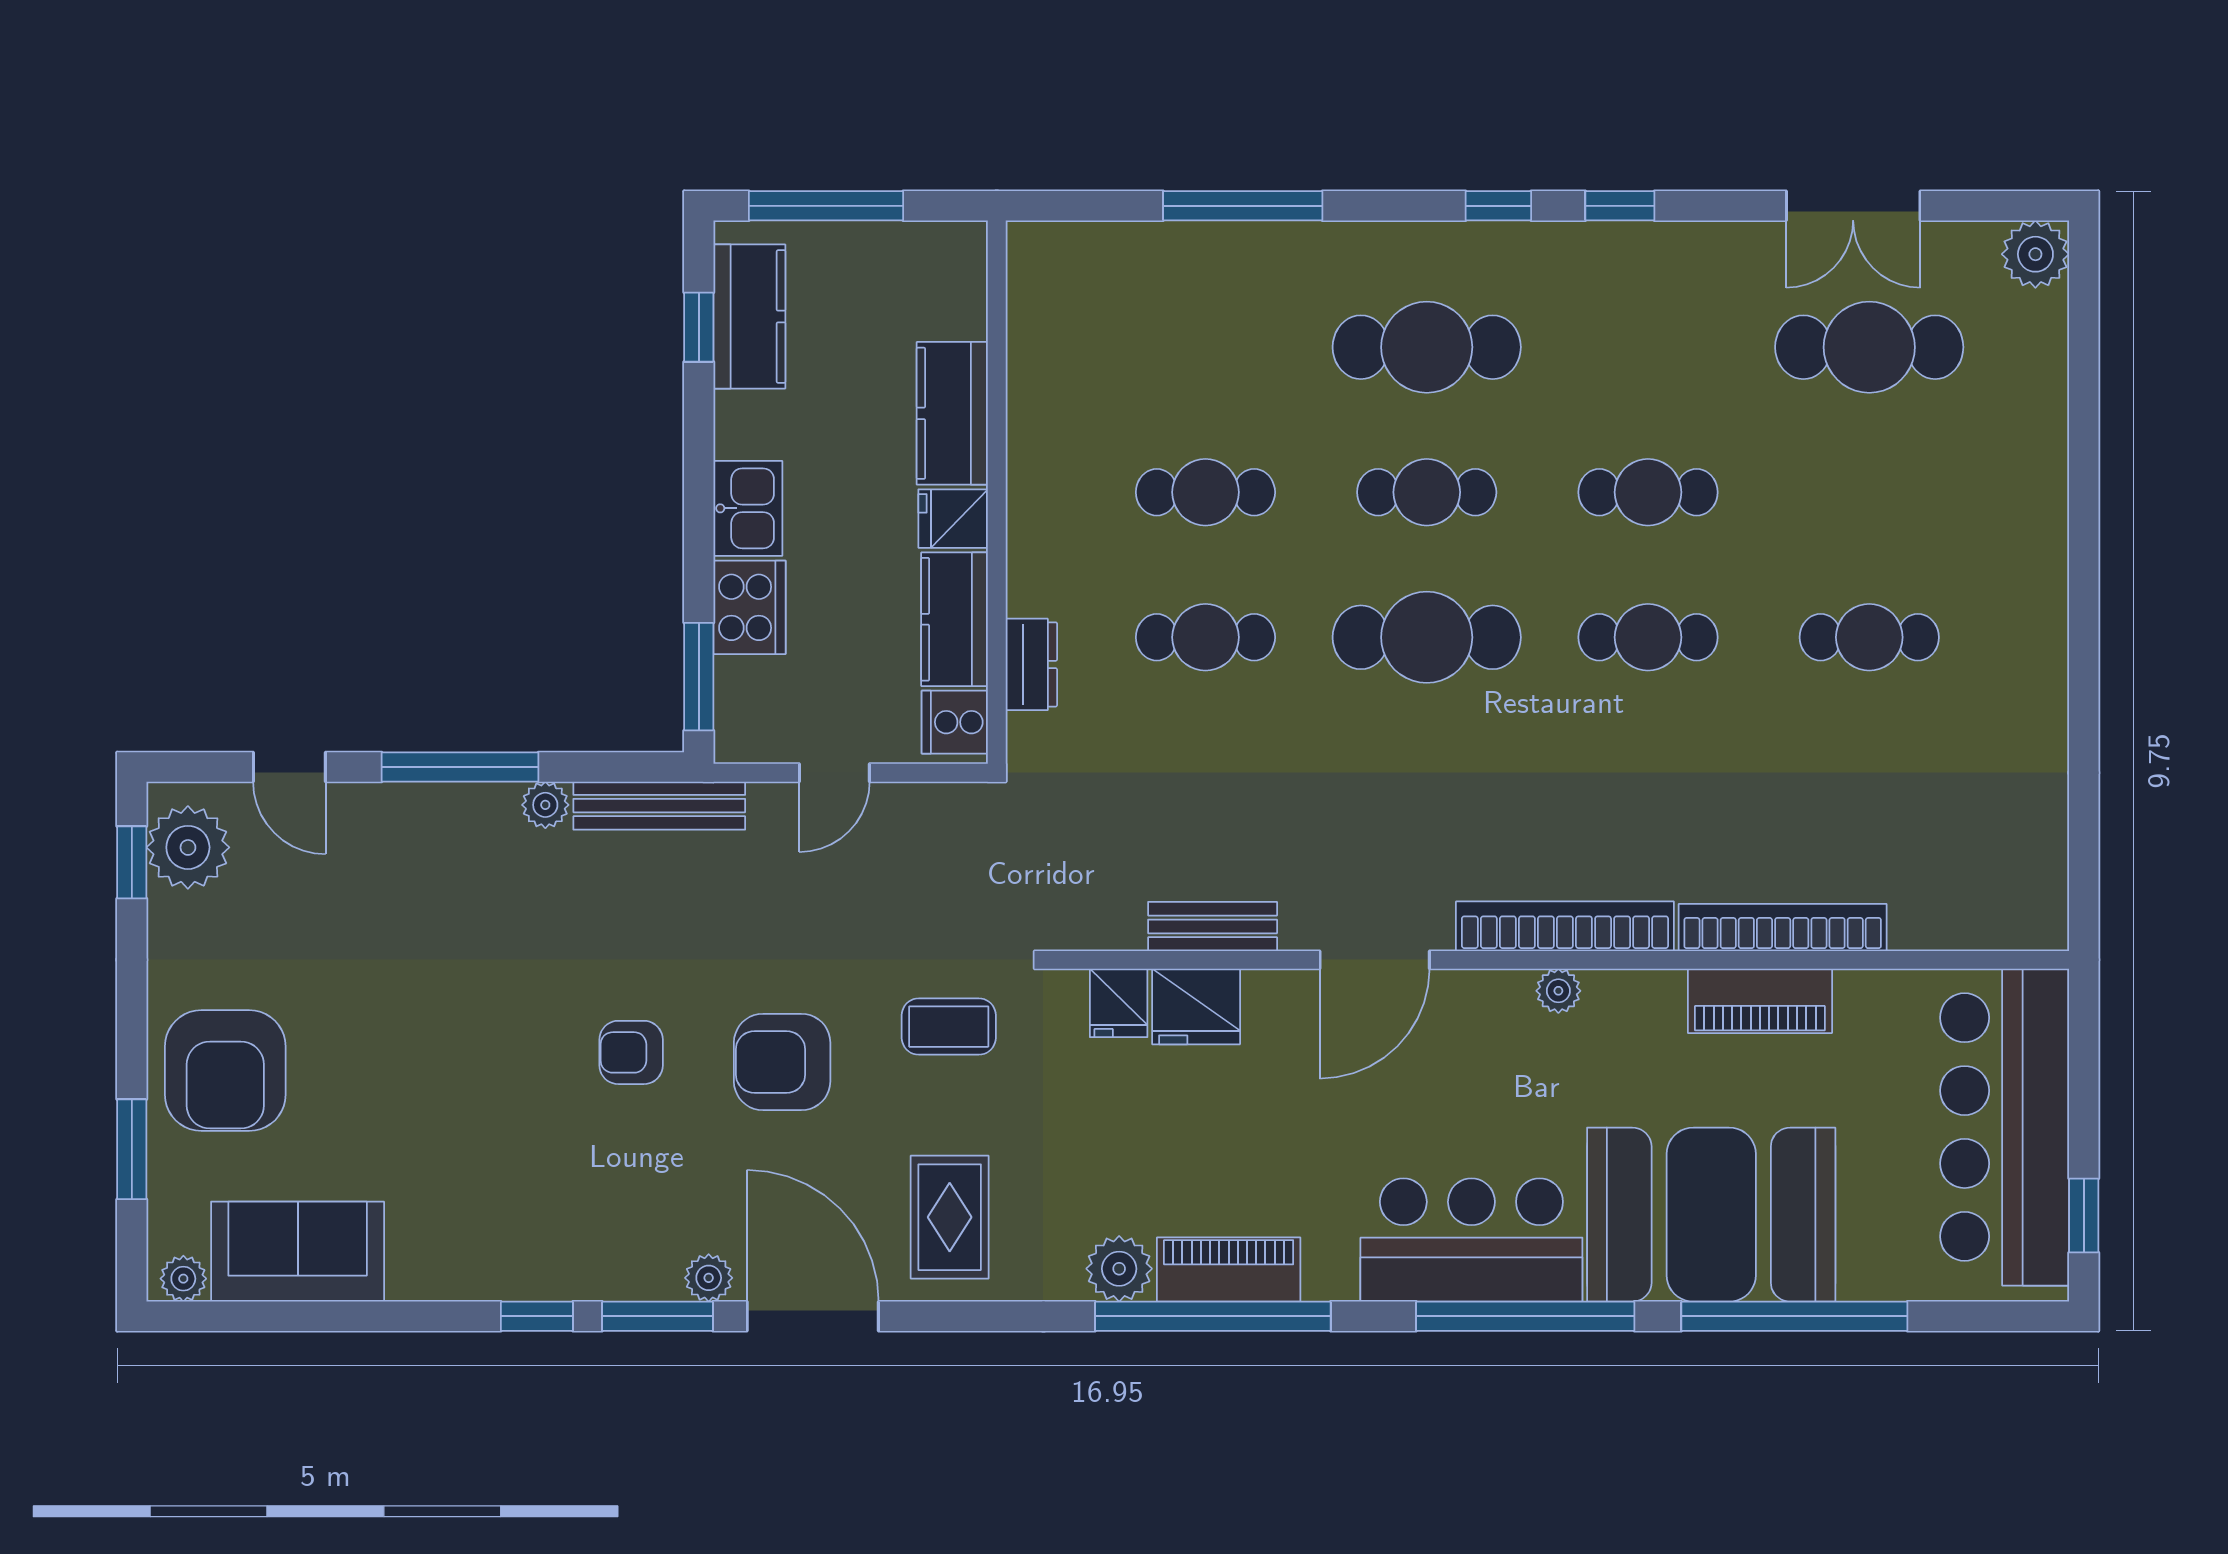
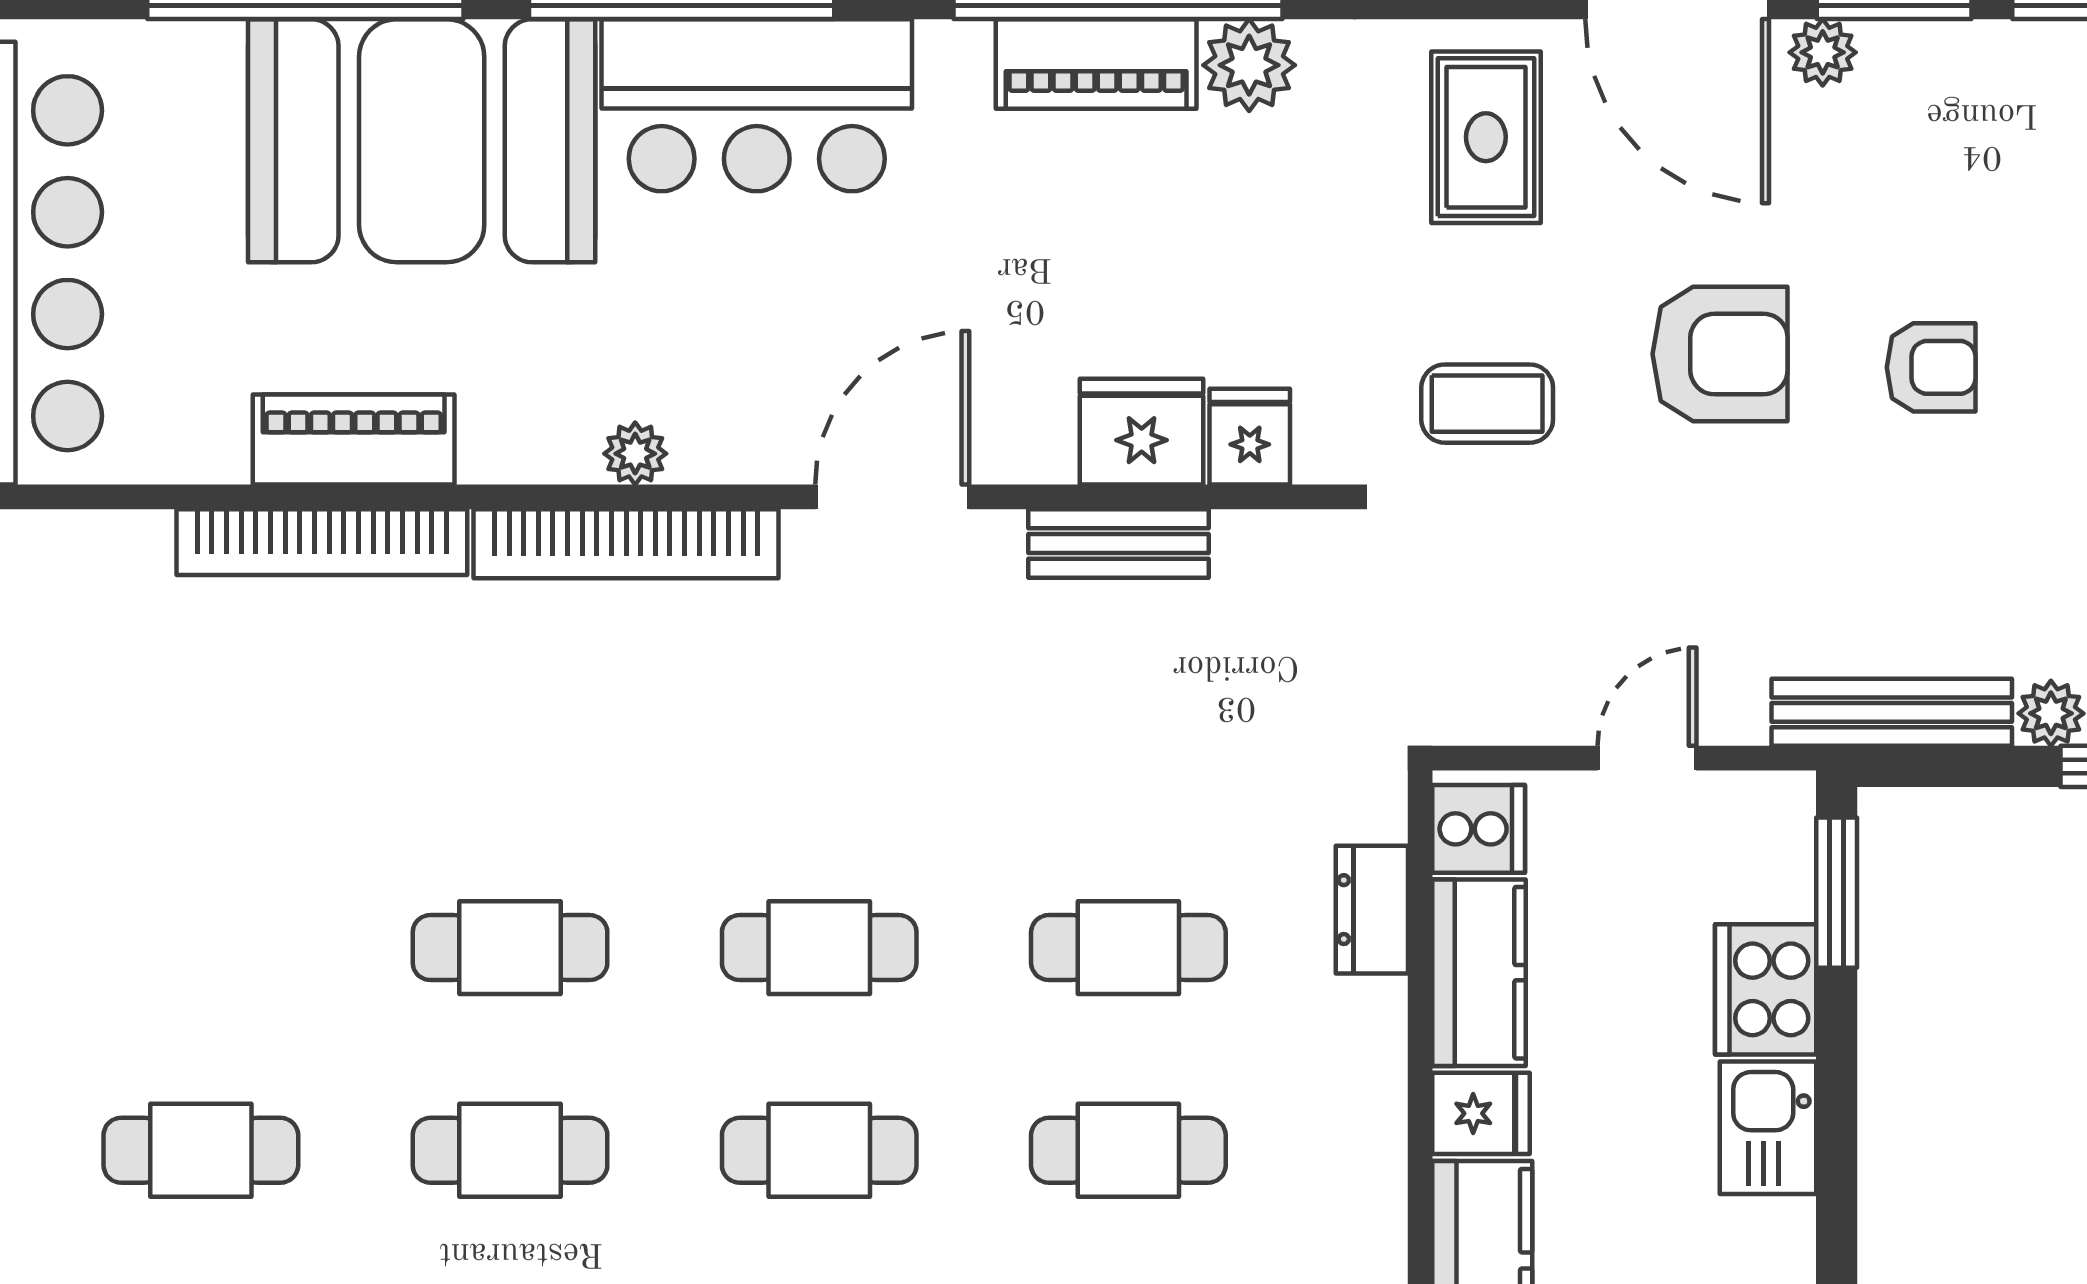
cafe table: (1427, 637) -> (819, 948), width x0.73, depth x0.74
cafe table: (1869, 637) -> (201, 1150), moved

